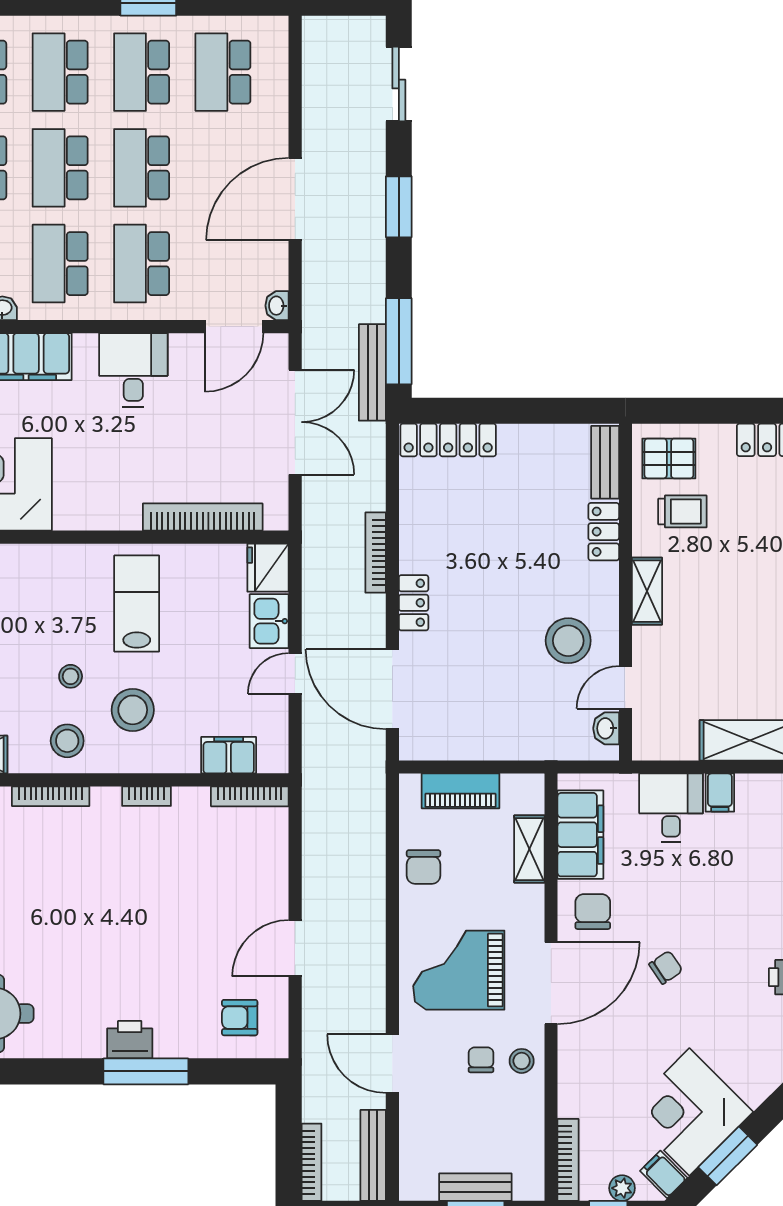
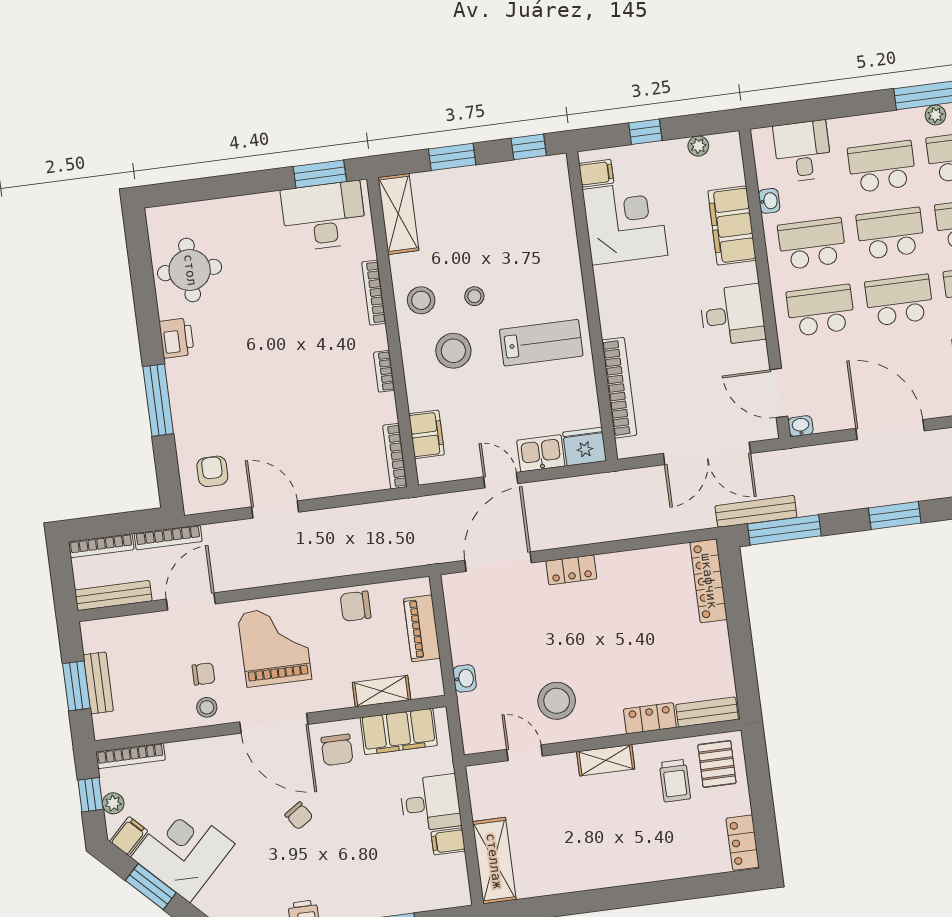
bookcase: (376, 553) -> (168, 537), moved, turned 180
washbasin: (606, 728) -> (465, 678), moved, turned 90
chair: (593, 912) -> (337, 750), turned 90
printer: (130, 1040) -> (177, 338), moved

